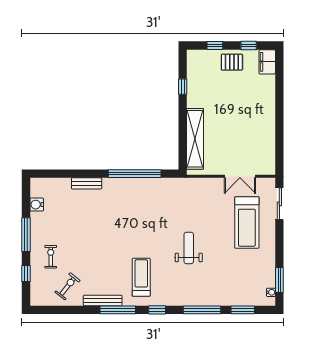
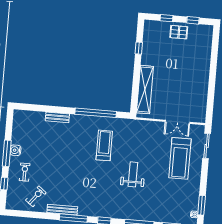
filing cabinet: (267, 62) -> (206, 34), removed
water cooler: (37, 205) -> (15, 150), moved
treadmill: (141, 277) -> (104, 145), moved

